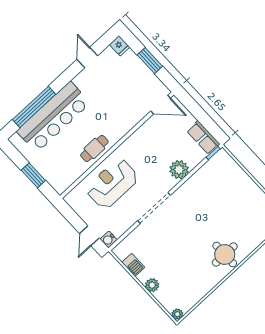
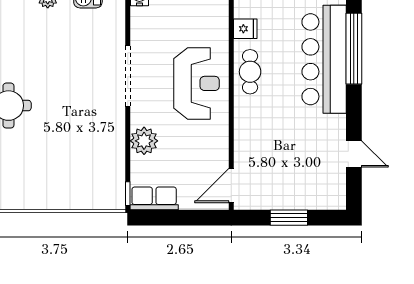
fridge: (120, 46) -> (245, 29), moved, turned 180
reception desk: (112, 184) -> (197, 83), moved

